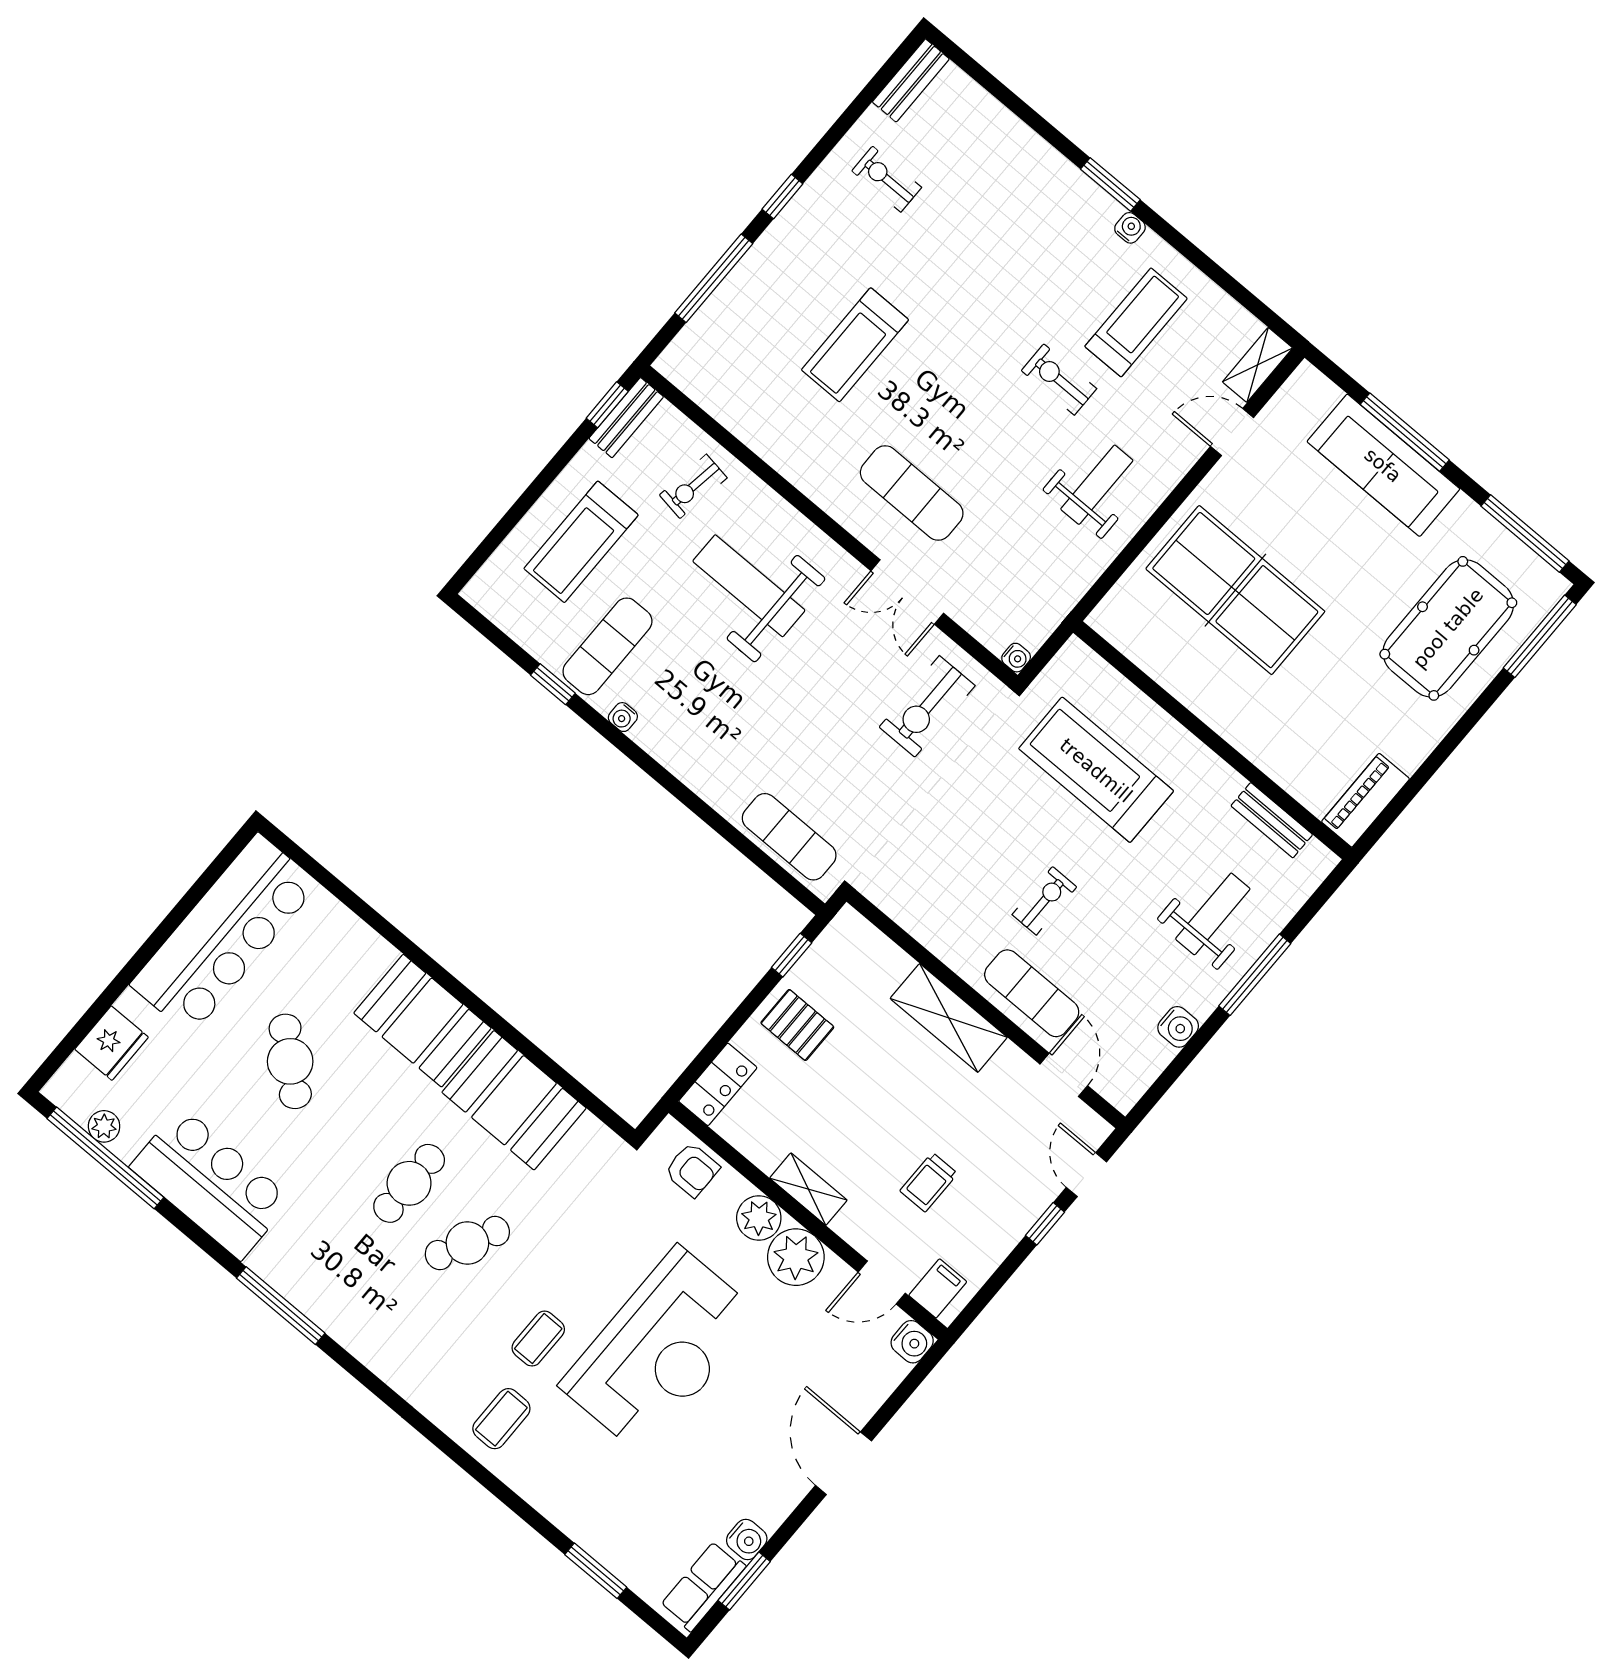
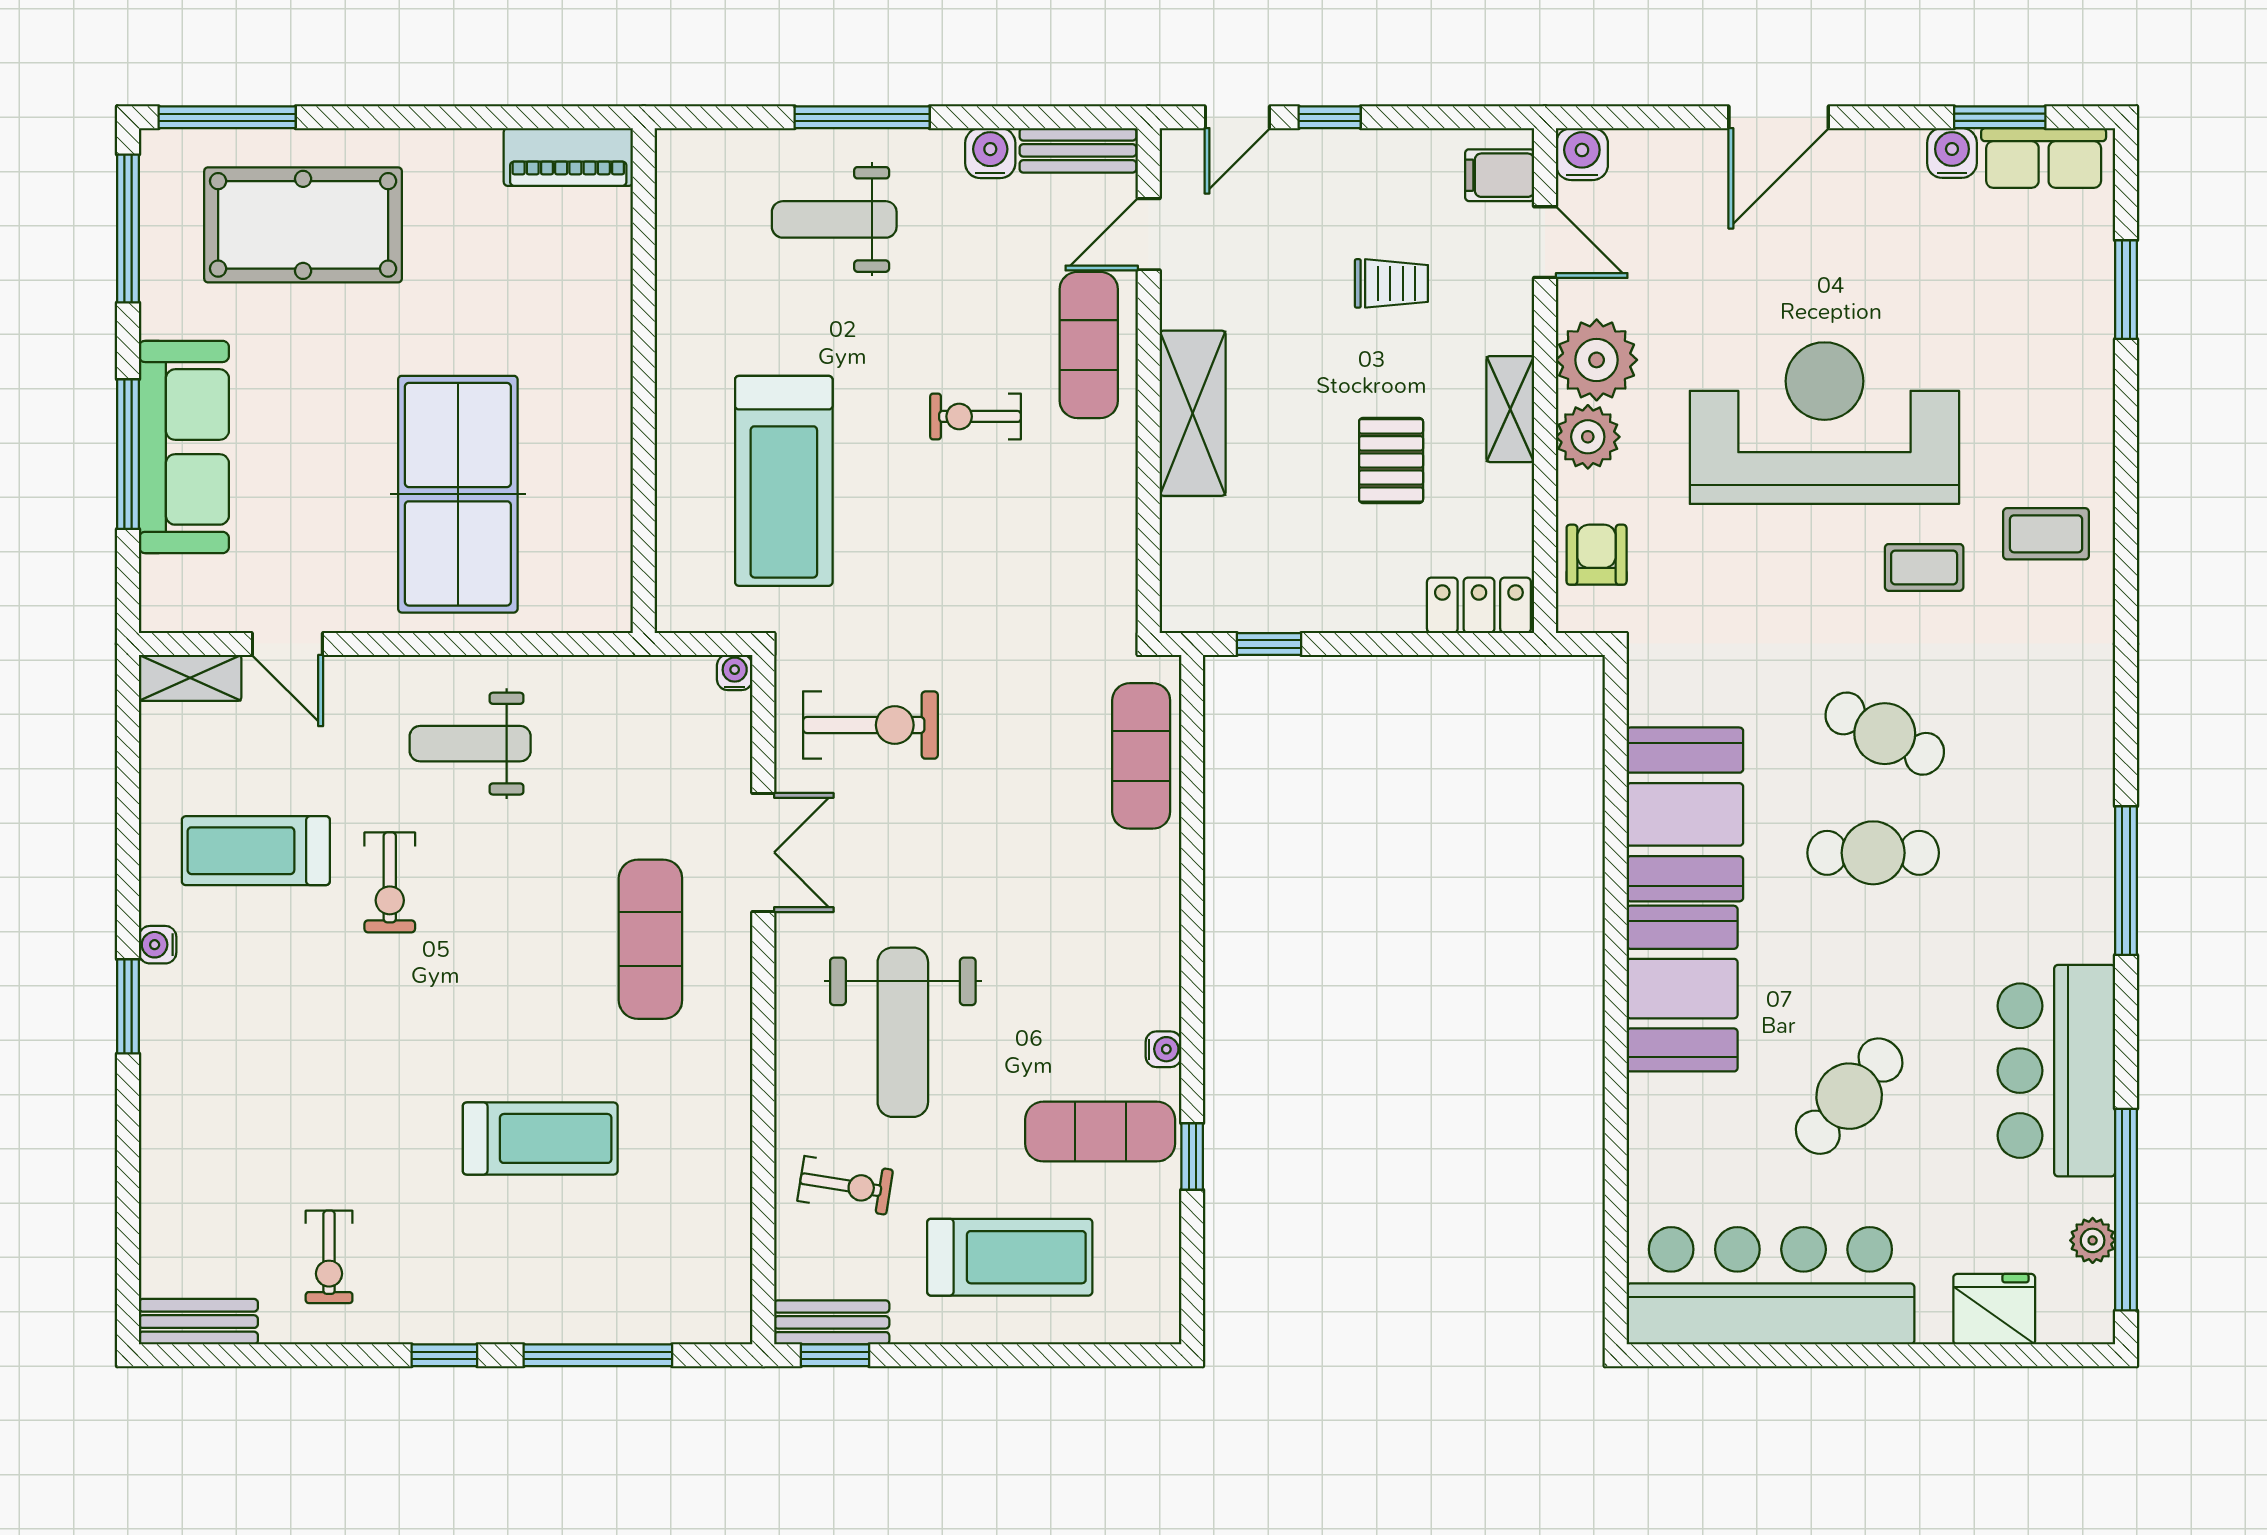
bench: (1272, 820) -> (1078, 150), moved, turned 90
pallet: (797, 1025) -> (1391, 460), moved

